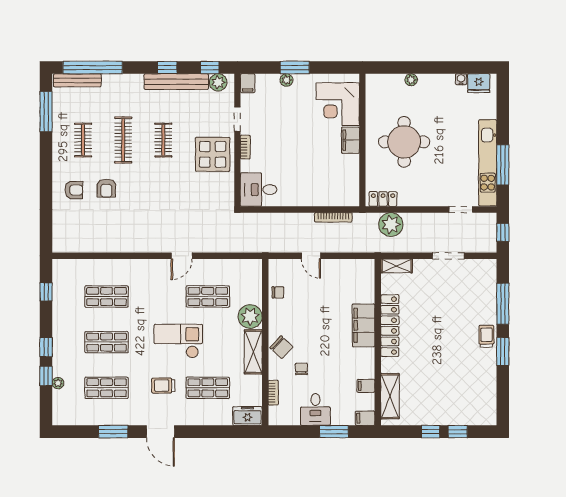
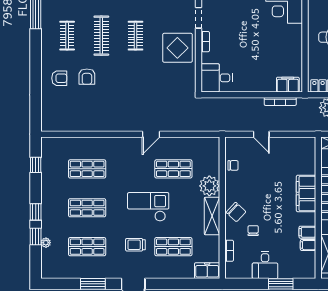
filing cabinet: (350, 140) -> (288, 85), moved, turned 90
filing cabinet: (365, 418) -> (307, 232), moved

